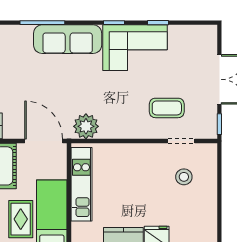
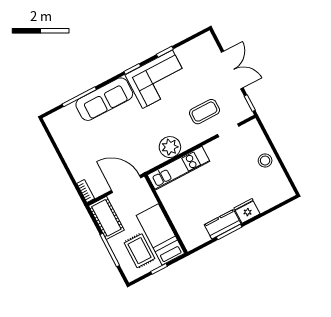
plant: (86, 126) -> (170, 147), moved
stool: (184, 177) -> (265, 161), moved
kitchen unit: (81, 184) -> (179, 168), moved, turned 90

